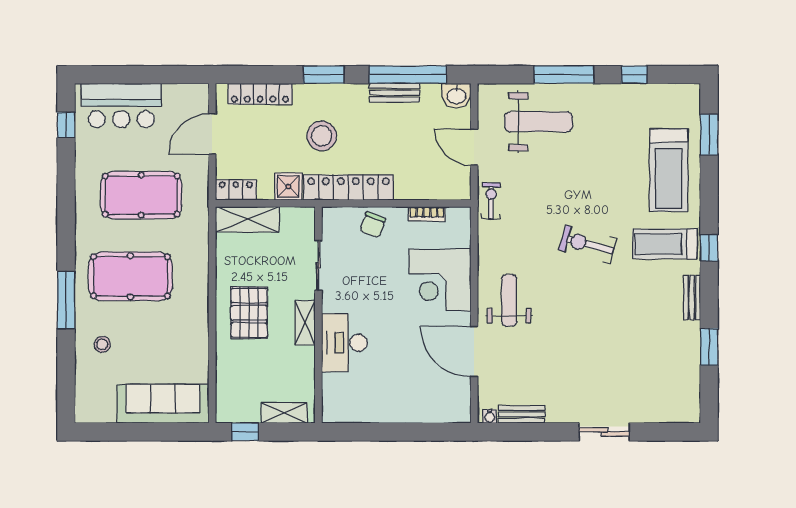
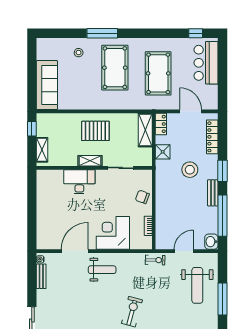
bench: (395, 93) -> (213, 193), moved
locker: (348, 188) -> (162, 184), removed

